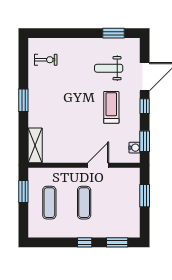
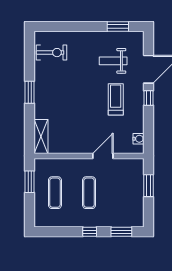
exercise bike: (46, 60) -> (51, 53), width x1.38, depth x1.39
window: (145, 141) -> (148, 133), removed

